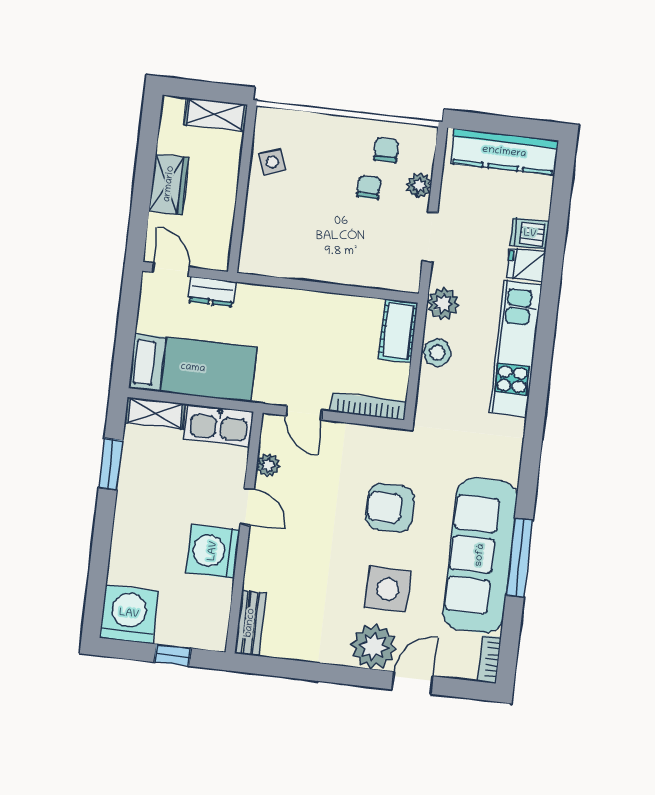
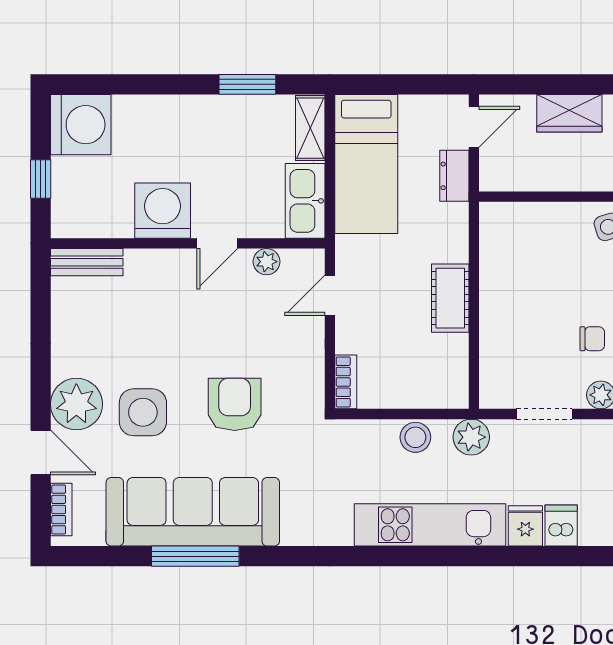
cot: (398, 331) -> (450, 298), moved, turned 90
bookcase: (368, 406) -> (346, 382), width x0.64
bookcase: (489, 659) -> (61, 510), moved, turned 90

